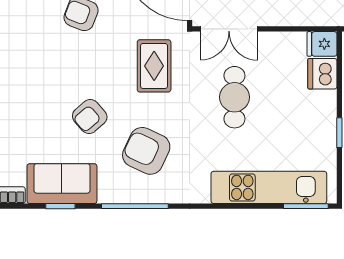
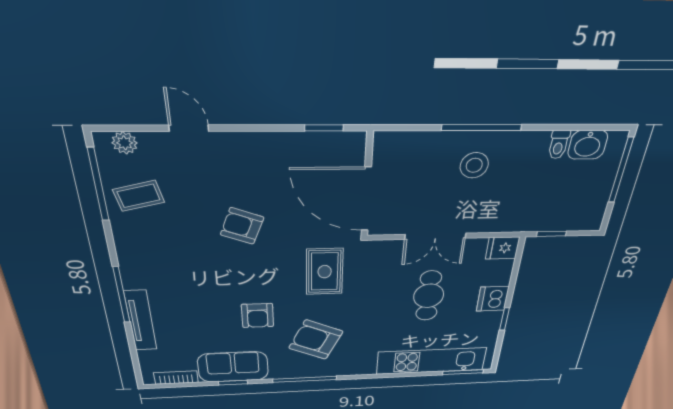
double door: (229, 29) -> (435, 236), moved
dishwasher: (322, 74) -> (493, 299), moved
cafe table: (234, 97) -> (429, 296), moved
armchair: (90, 116) -> (257, 316), turned -49

